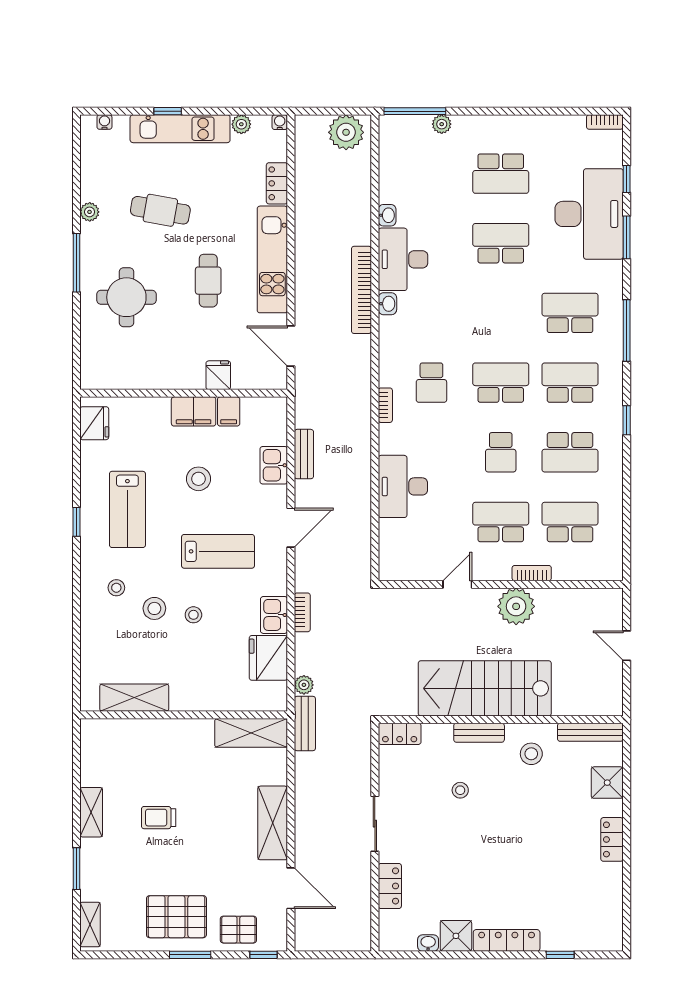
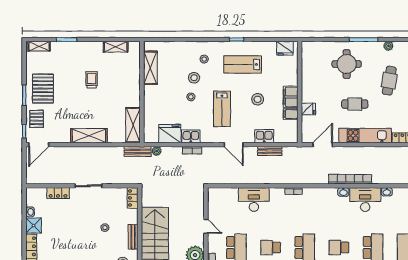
school desk: (431, 383) -> (339, 247), moved
shelving: (91, 812) -> (116, 47), moved
door: (291, 888) -> (39, 145), moved

